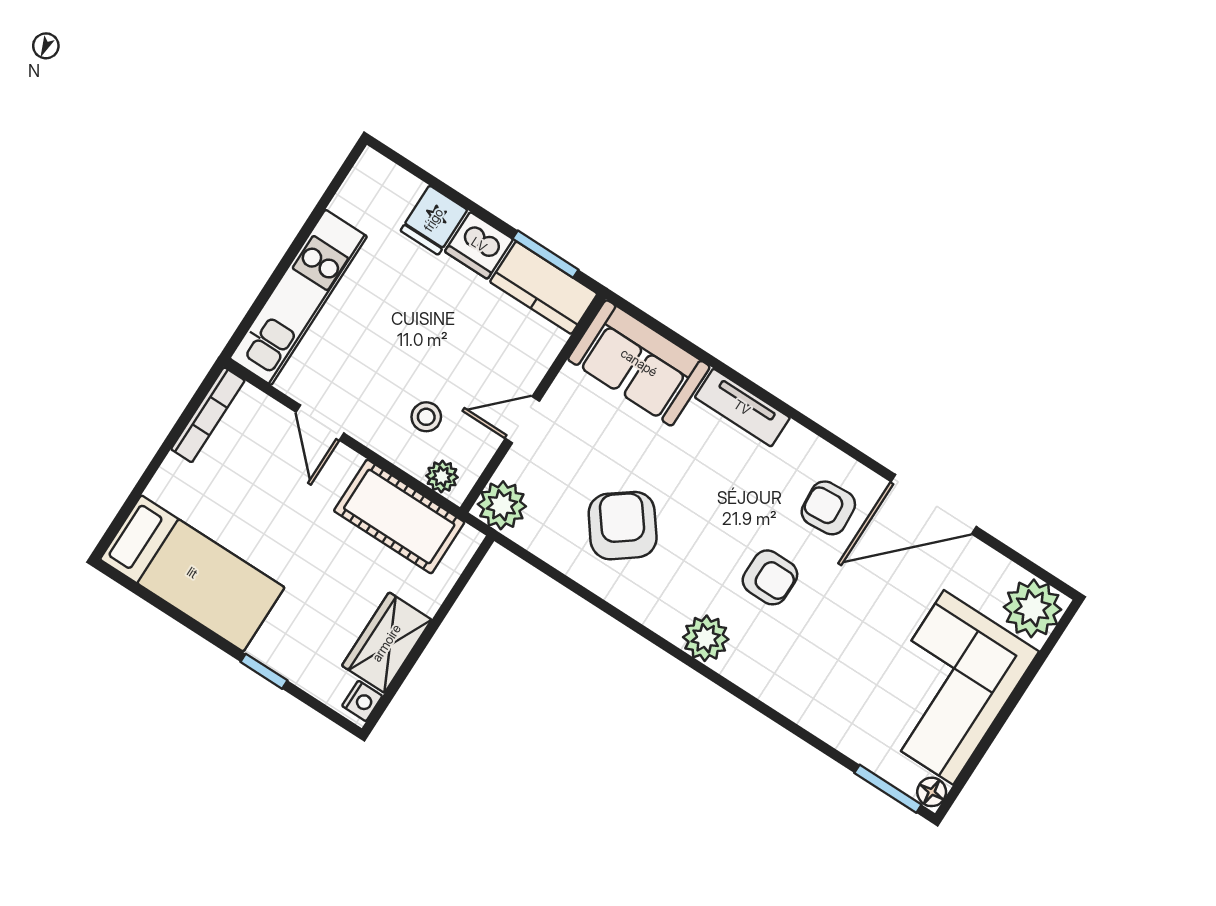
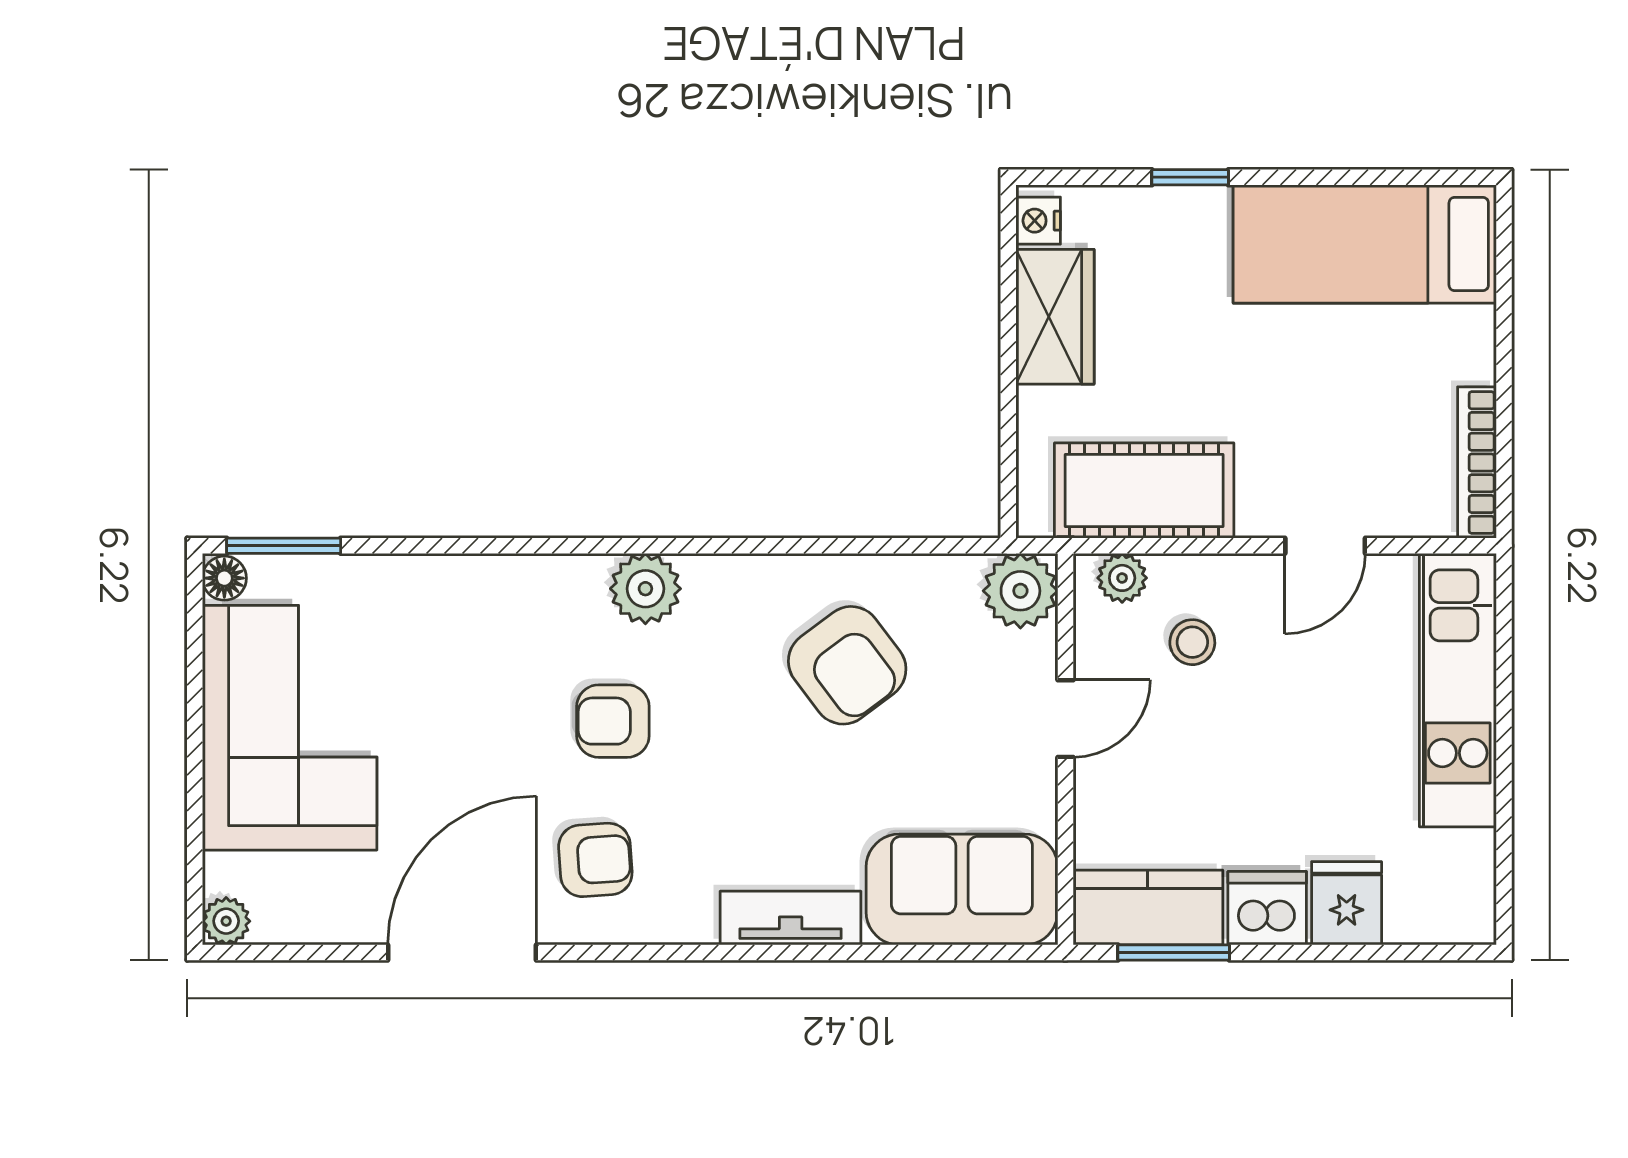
door: (320, 423) -> (1325, 546), swing flipped
plant: (1033, 608) -> (226, 921), width x0.53, depth x0.53

